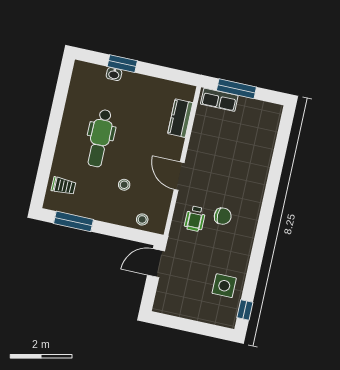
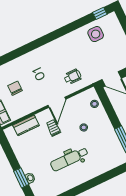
dental chair: (100, 138) -> (69, 159), turned 180
trolley: (63, 186) -> (53, 128), moved
chair: (223, 216) -> (15, 88), moved

